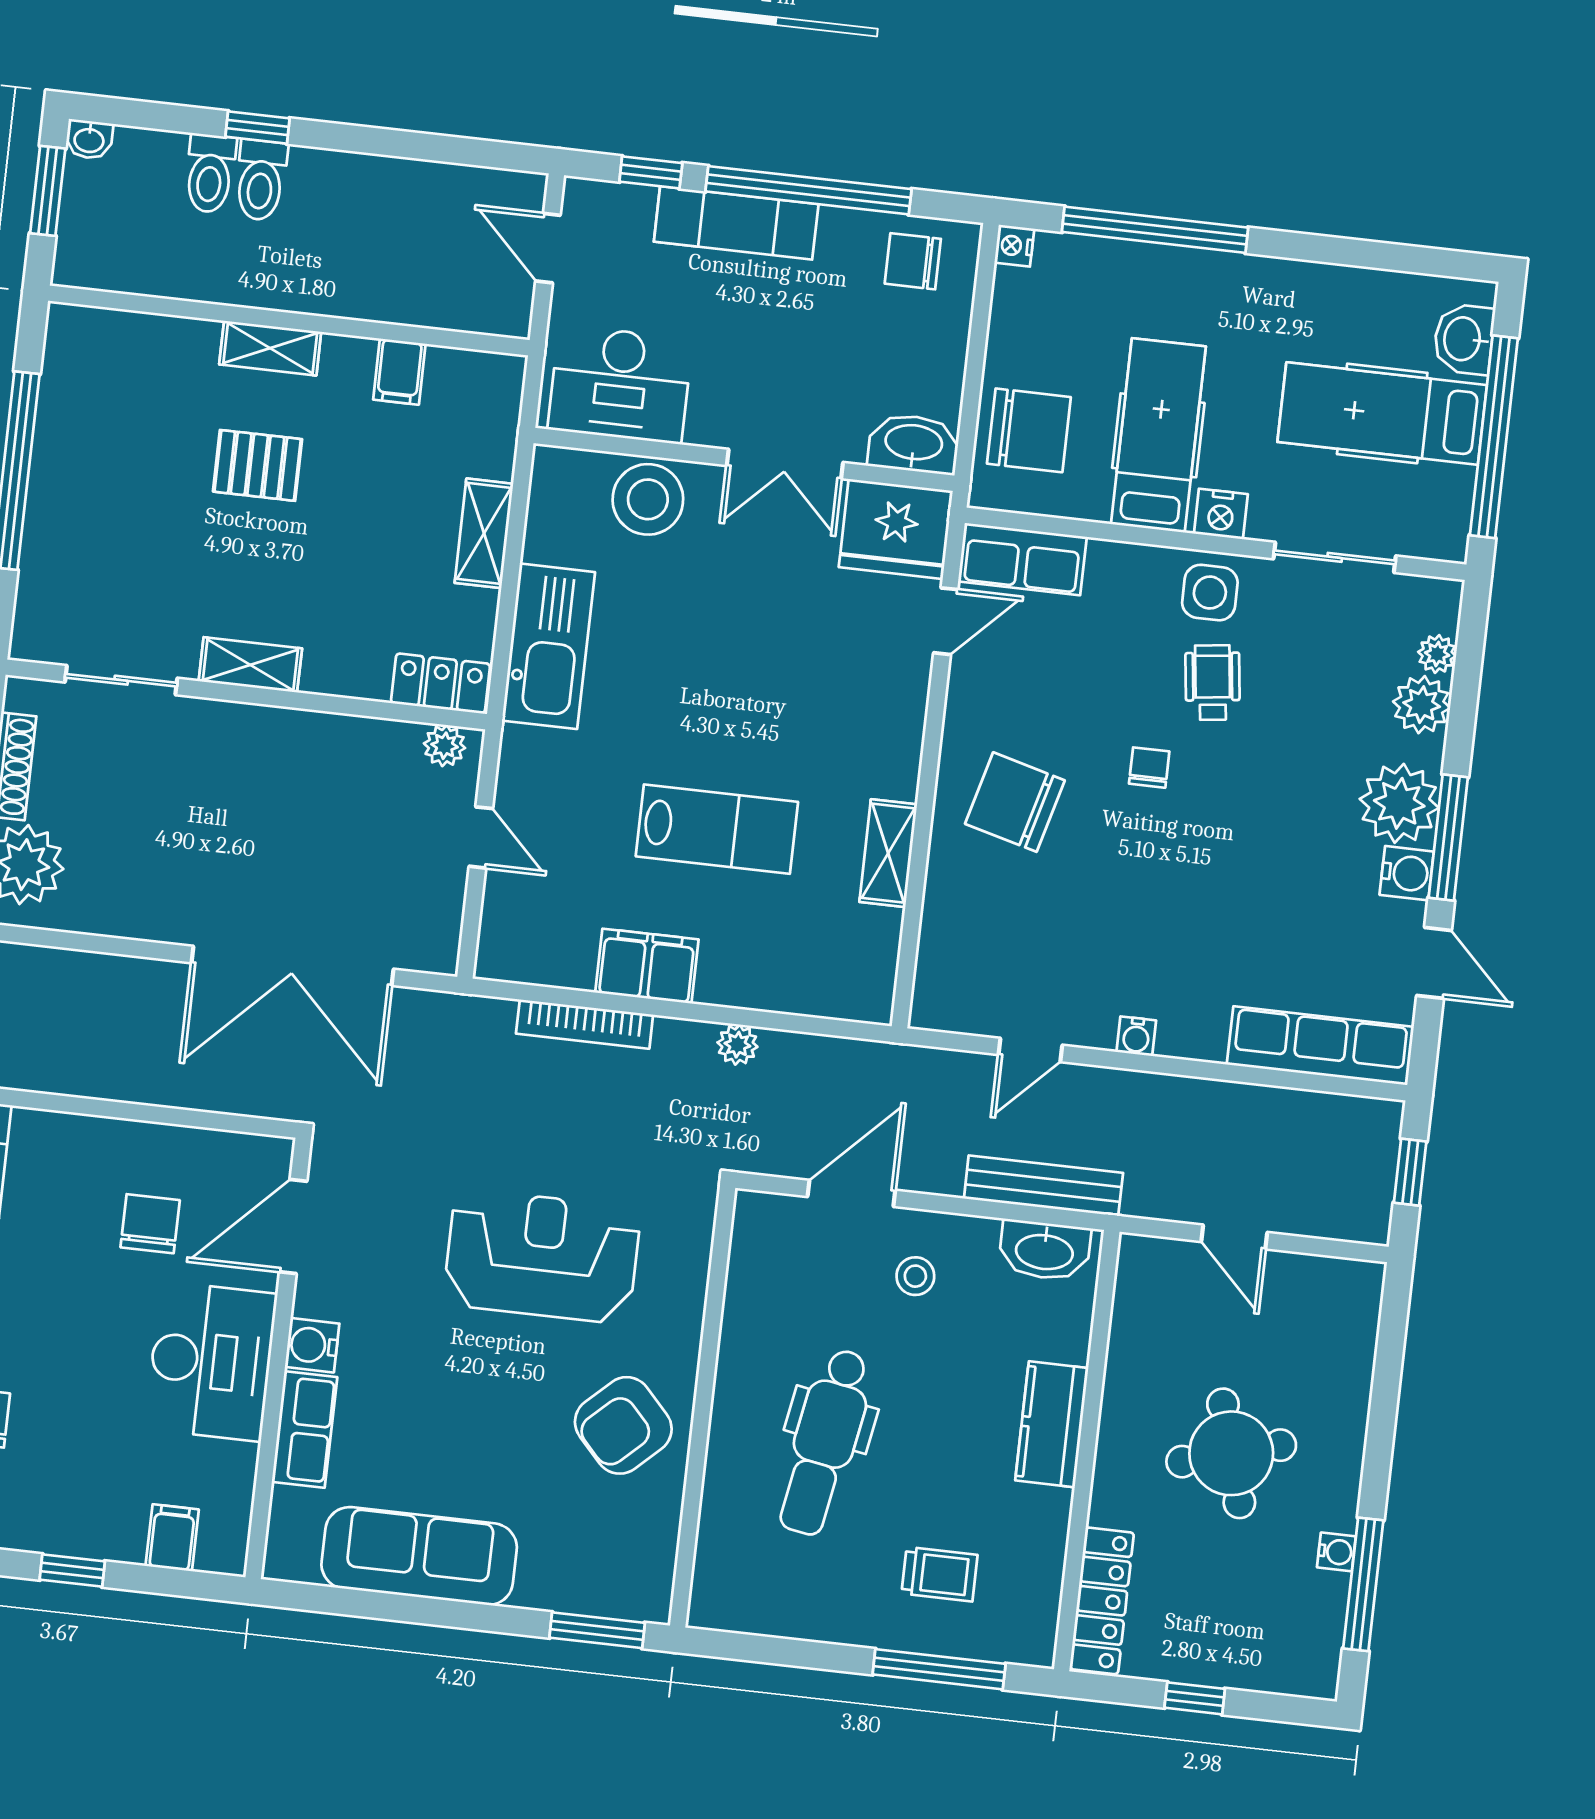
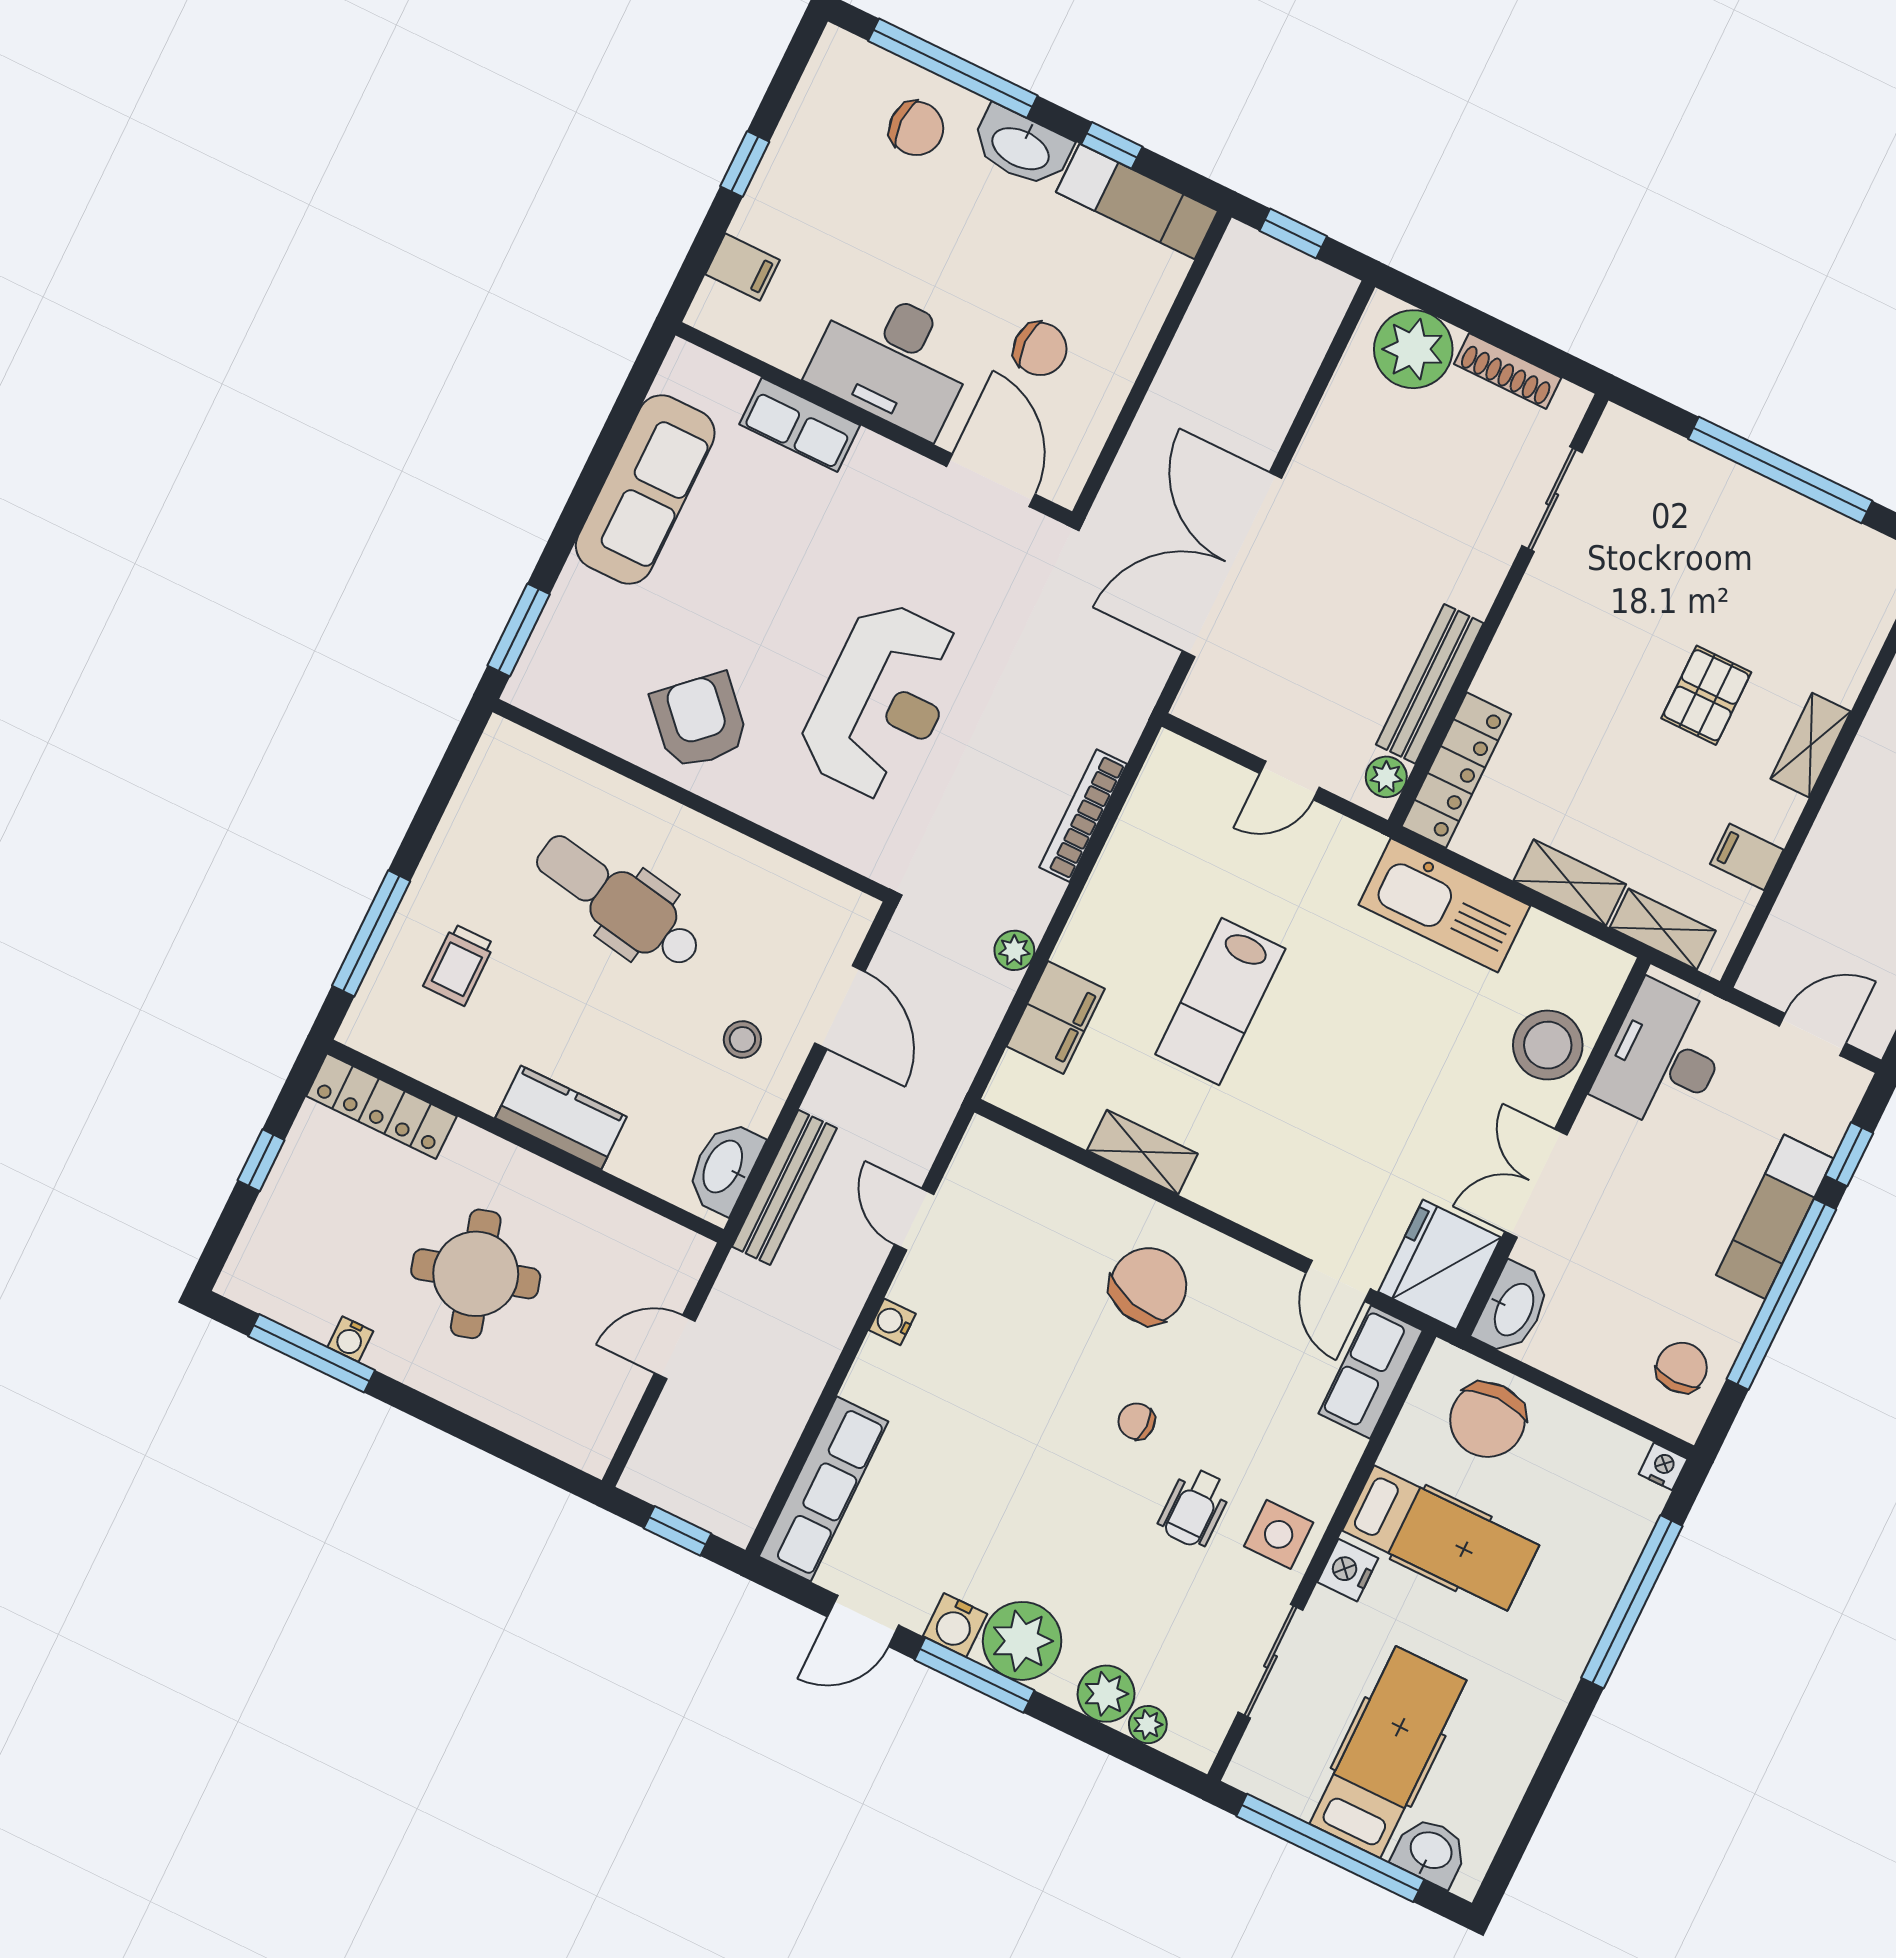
shelving: (250, 665) -> (1663, 929), moved, turned 90
wheelchair: (1213, 683) -> (1195, 1508), turned 97
locker: (440, 684) -> (1456, 770), width x1.53
bench: (340, 735) -> (1430, 684), added
chair: (1149, 768) -> (1137, 1421), turned 180
filing cabinet: (647, 966) -> (1056, 1018), moved
water cooler: (312, 1345) -> (875, 459), removed

